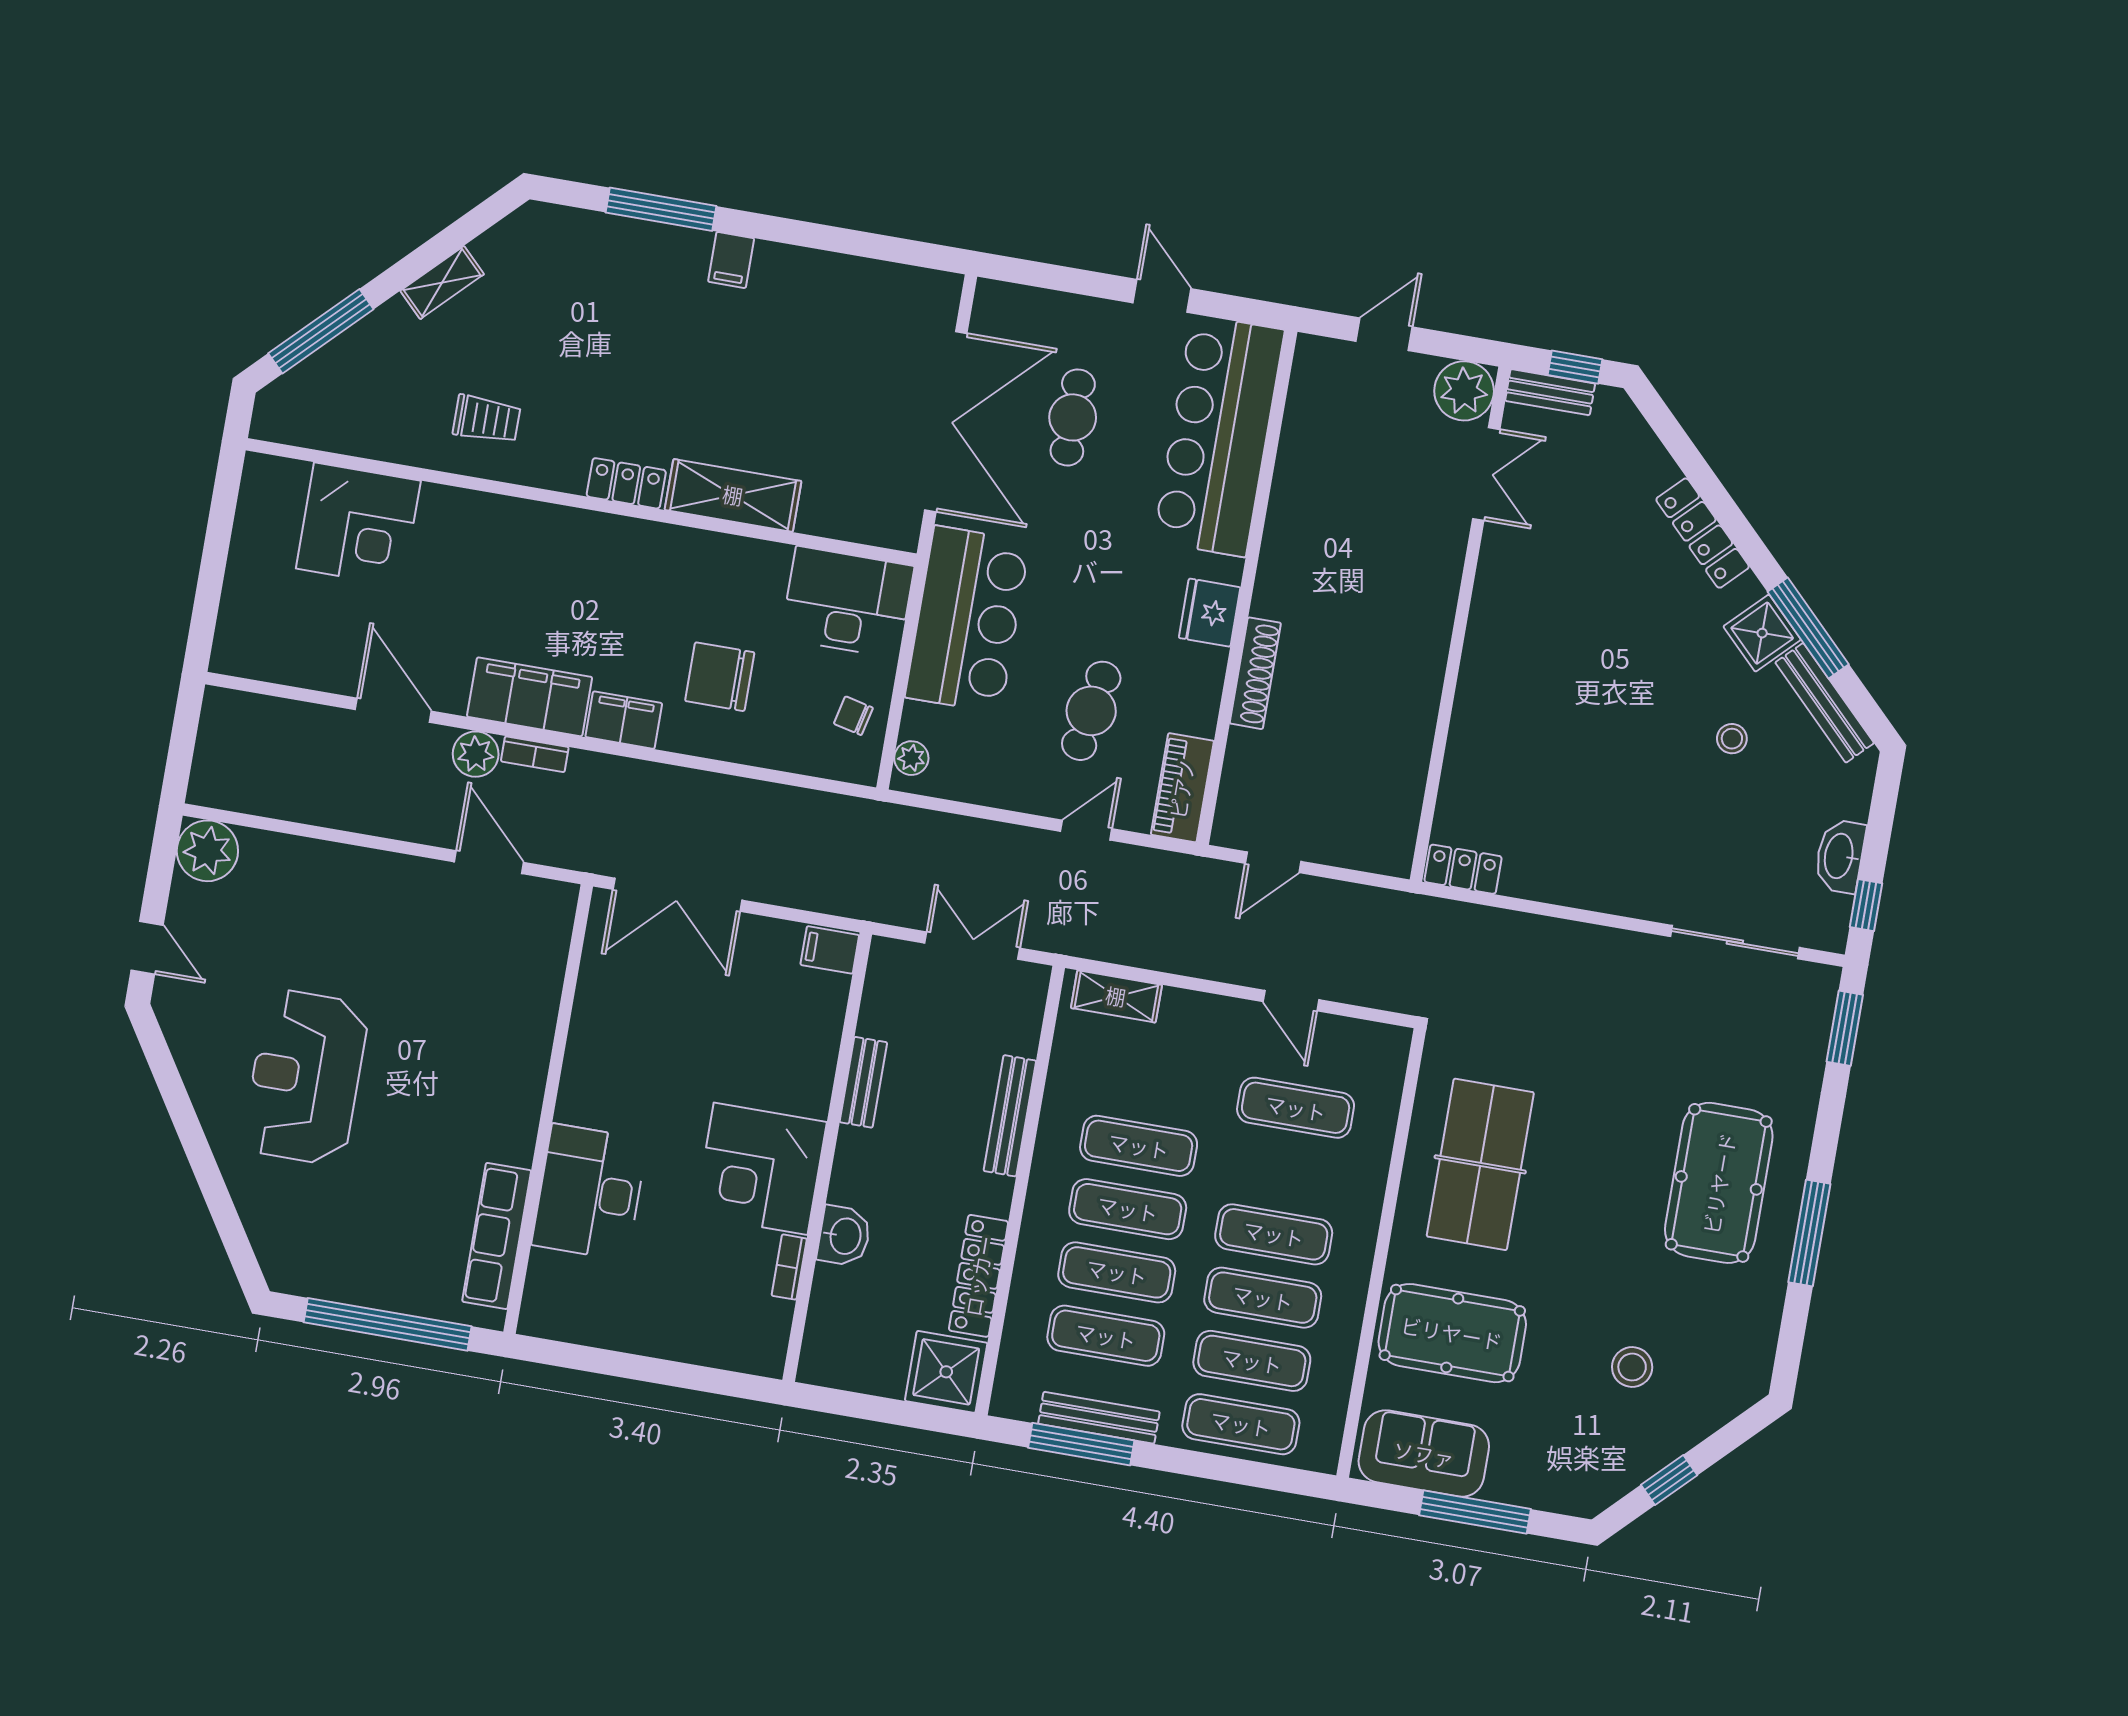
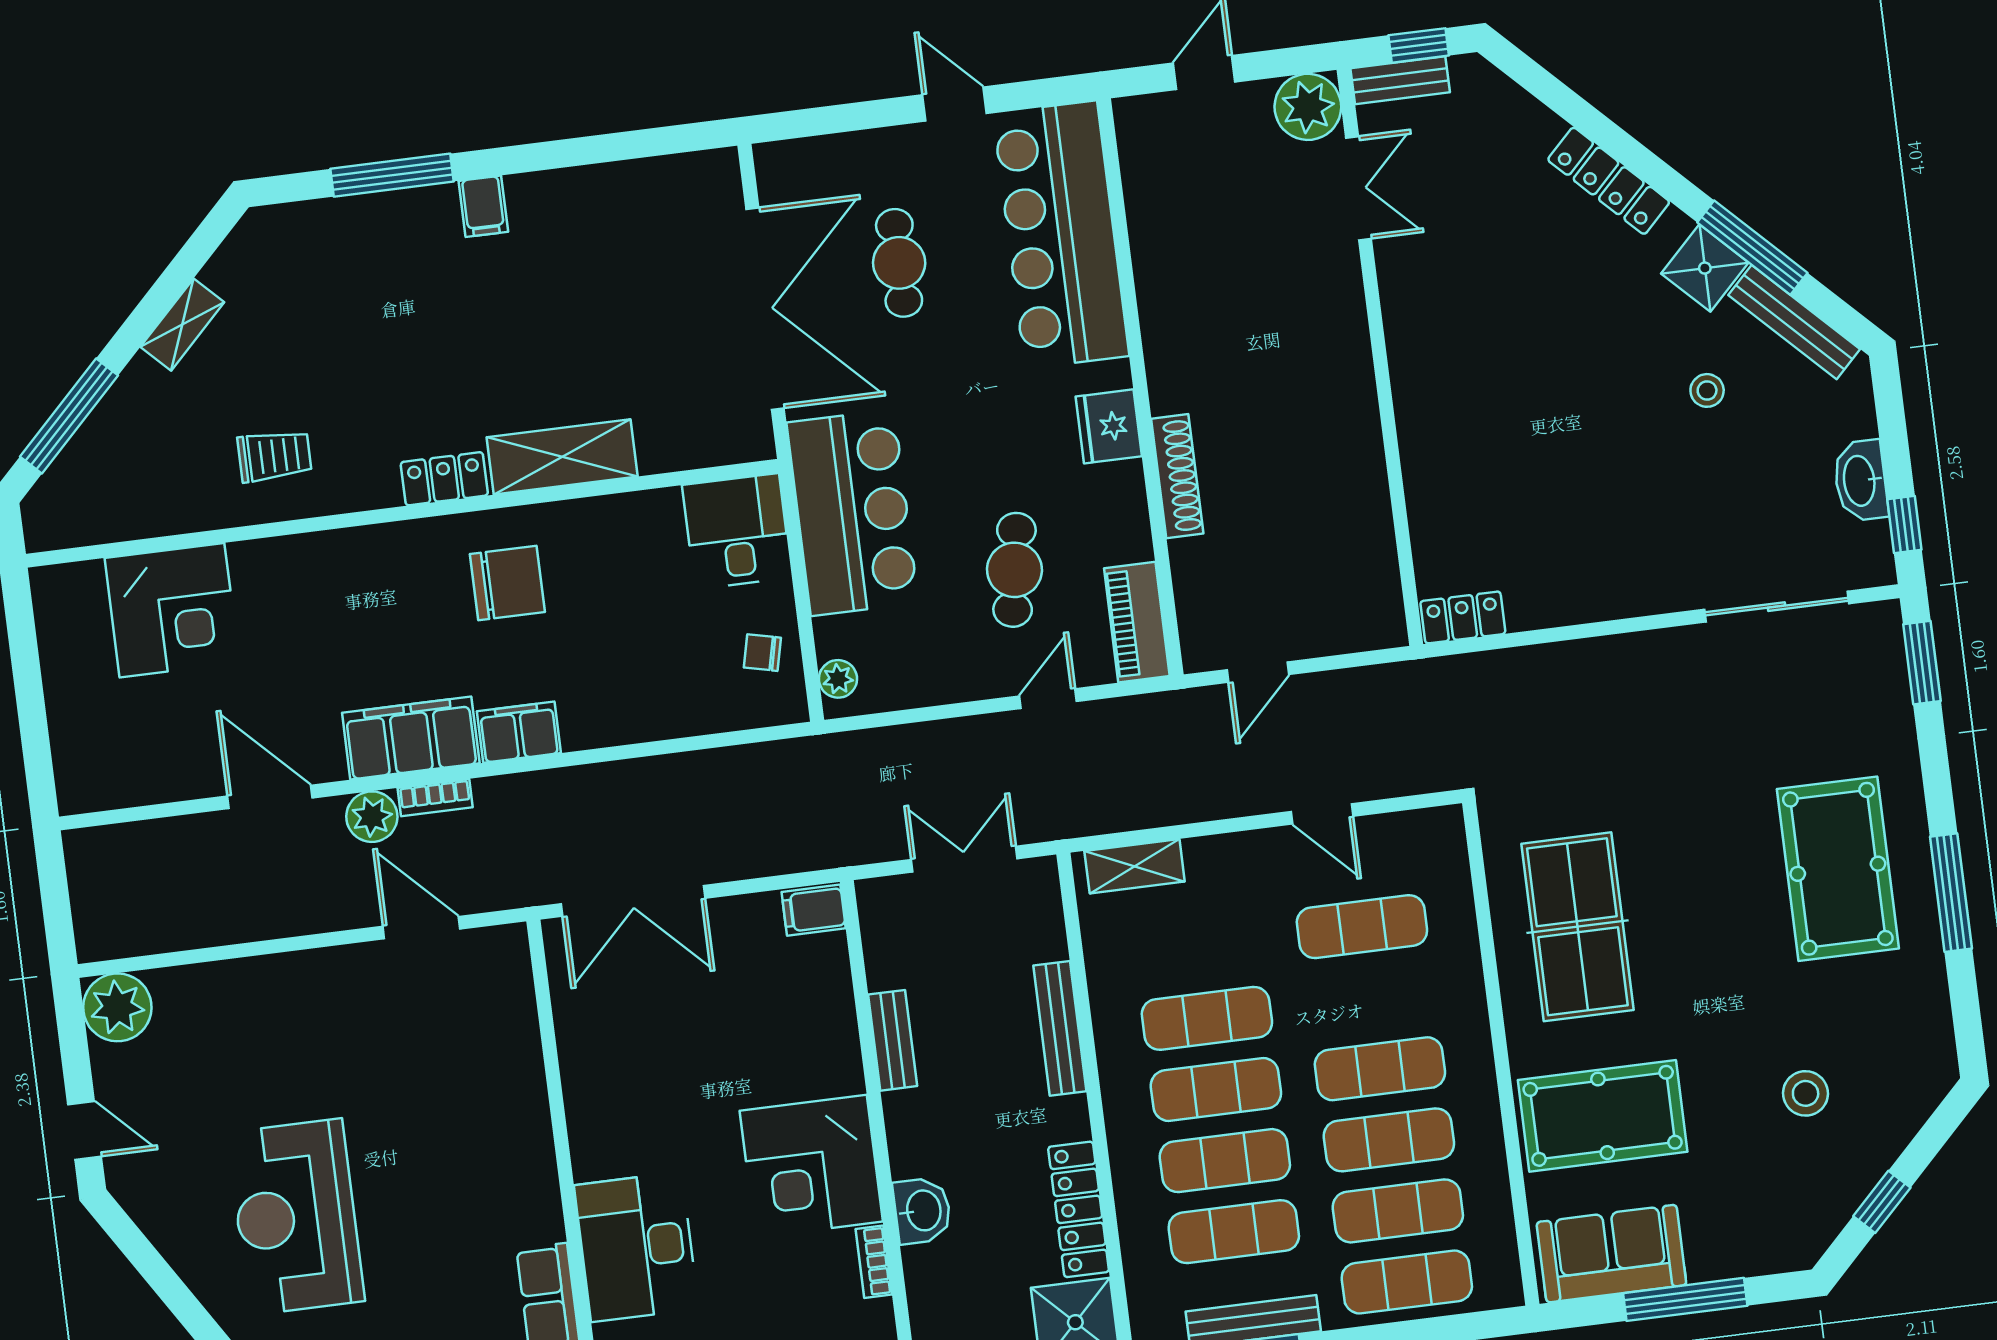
desk: (847, 602) -> (737, 531), width x0.73
chair: (720, 677) -> (507, 583), moved, turned 180

